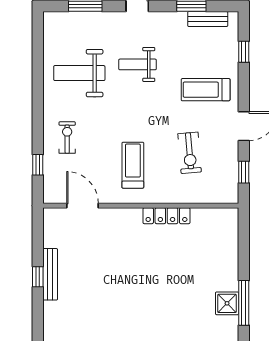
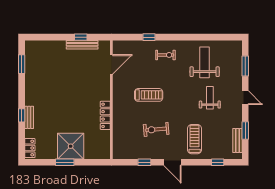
door: (83, 206) -> (111, 64), moved
wall: (141, 206) -> (111, 100), moved
locker: (166, 216) -> (105, 115), moved
shower: (227, 303) -> (71, 146), width x1.86, depth x1.86
window: (244, 303) -> (65, 162), width x0.69

